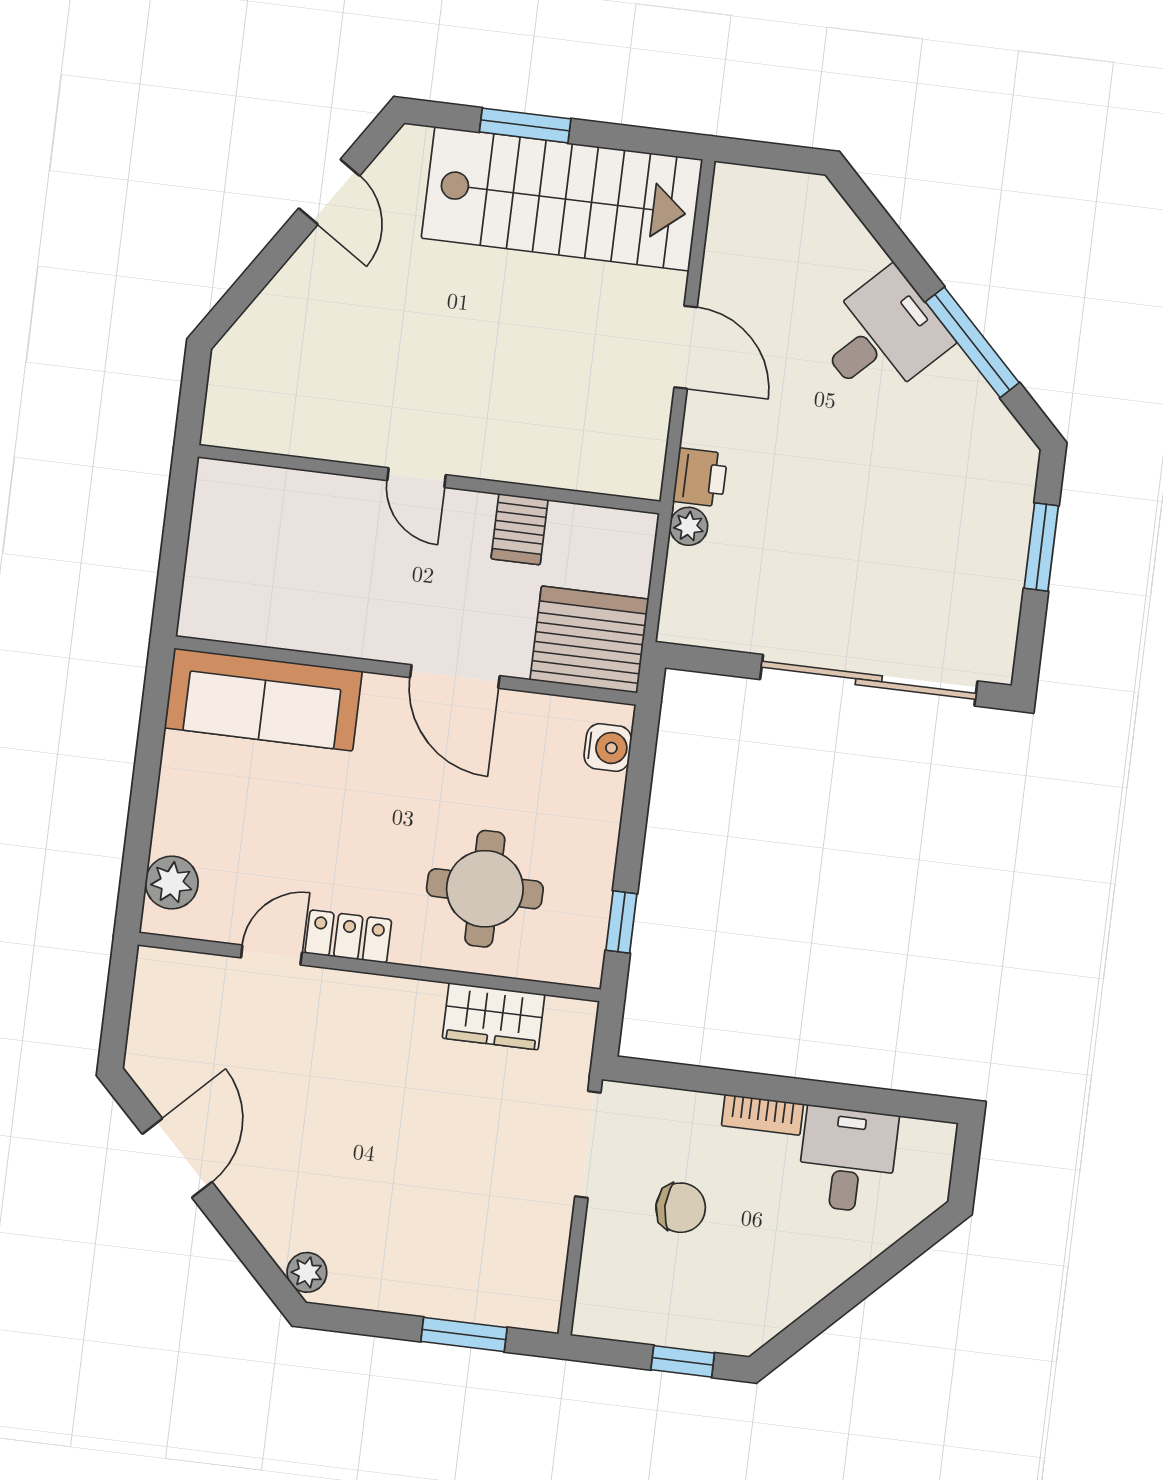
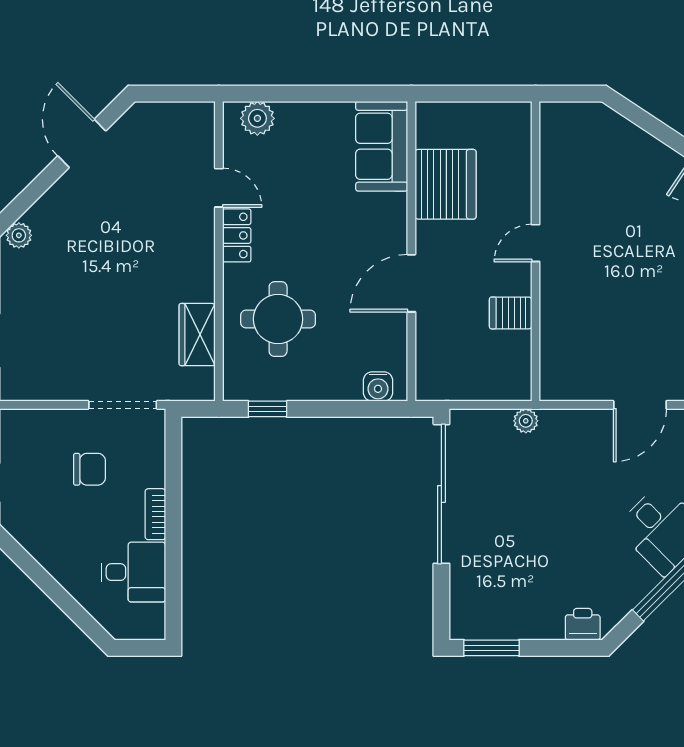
printer: (700, 477) -> (583, 624), moved, turned 180
window: (1041, 547) -> (491, 648), moved
server rack: (589, 640) -> (446, 184), moved
sliding door: (869, 680) -> (441, 494), moved
sofa: (263, 699) -> (382, 146), width x0.73
door: (177, 1158) -> (82, 143), swing flipped
chair: (681, 1208) -> (90, 469), turned -90

